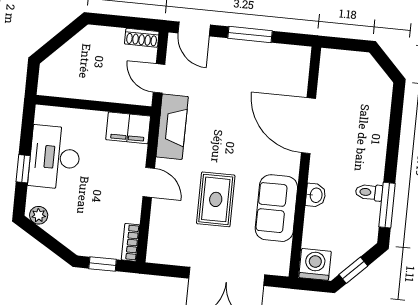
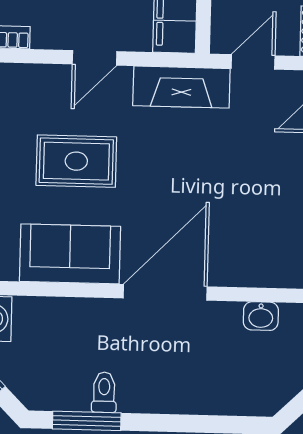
door: (308, 126) -> (165, 292), moved
washbasin: (316, 195) -> (261, 316), moved

